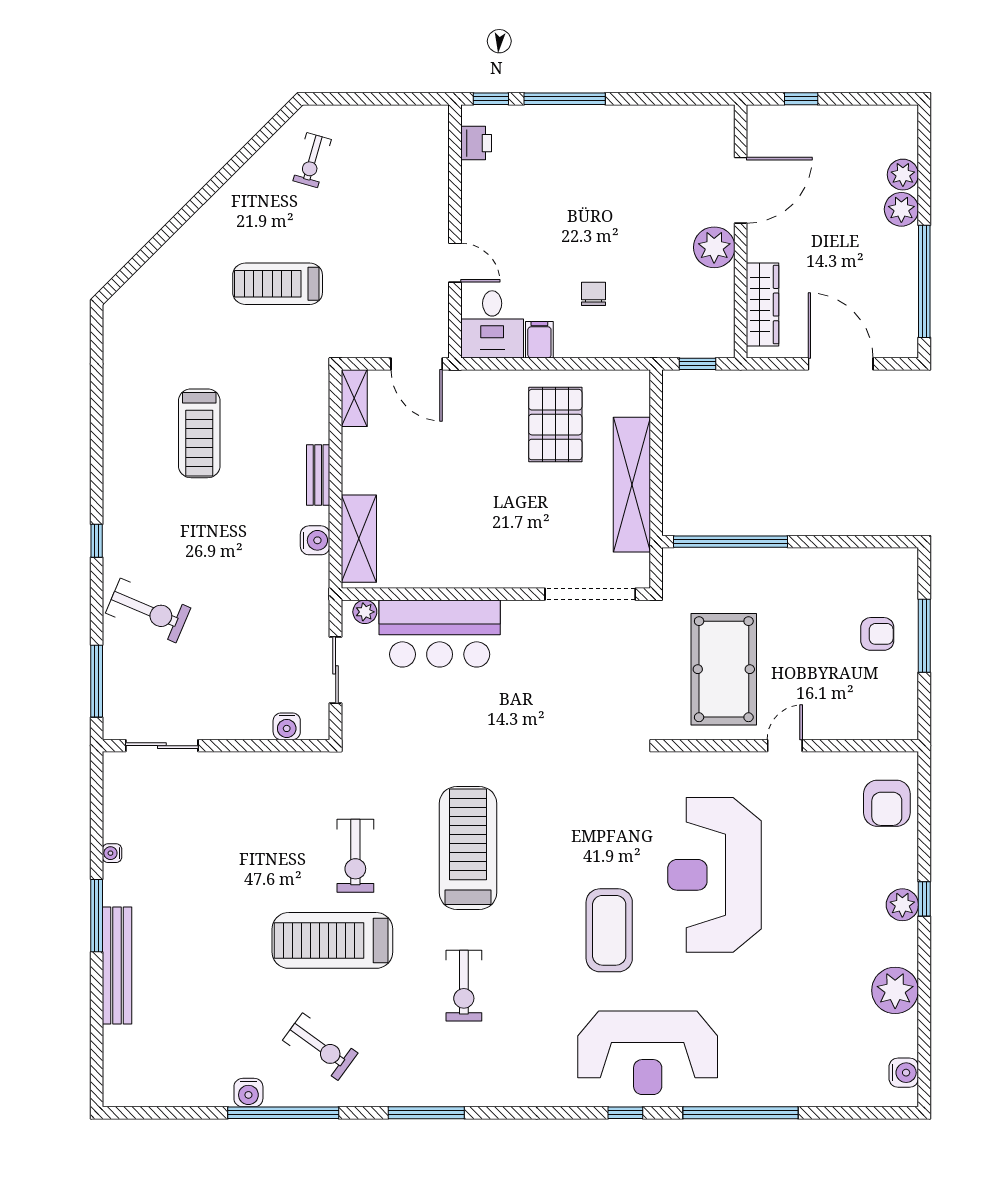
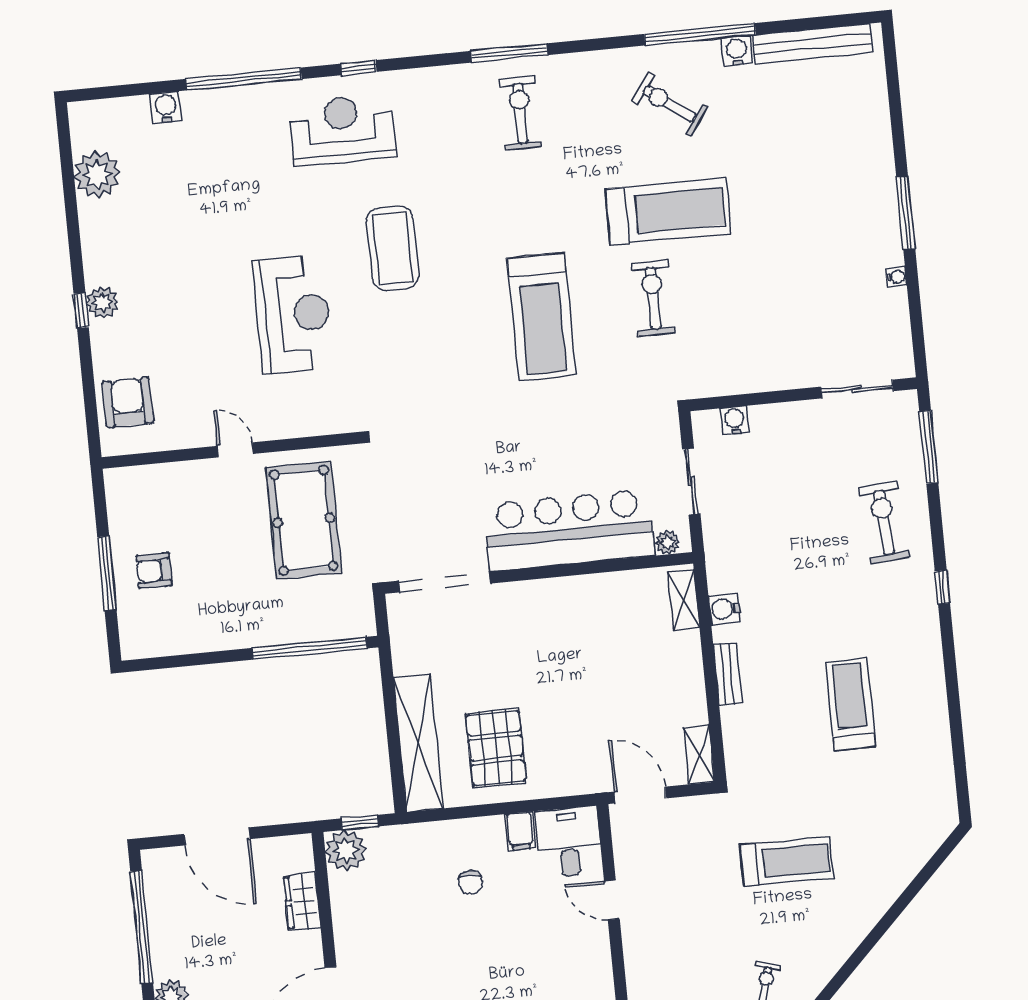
plant: (714, 247) -> (346, 850), moved
wardrobe: (763, 305) -> (302, 902), width x0.67
shelving: (632, 485) -> (418, 743), moved
shelving: (359, 539) -> (684, 600), width x0.67, depth x0.75
exercise bike: (148, 610) -> (884, 523), turned 63
bar counter: (440, 634) -> (569, 530), width x1.36
door: (785, 746) -> (235, 450), swing flipped
reception desk: (714, 875) -> (293, 314), width x0.74, depth x0.77
bench: (117, 965) -> (812, 44), moved, turned 90
exercise bike: (464, 986) -> (520, 113), moved
plant: (895, 990) -> (97, 174), moved
reception desk: (648, 1053) -> (342, 130), width x0.74, depth x0.77
water cooler: (904, 1073) -> (166, 107), moved, turned 90
window: (426, 1113) -> (509, 53), moved

